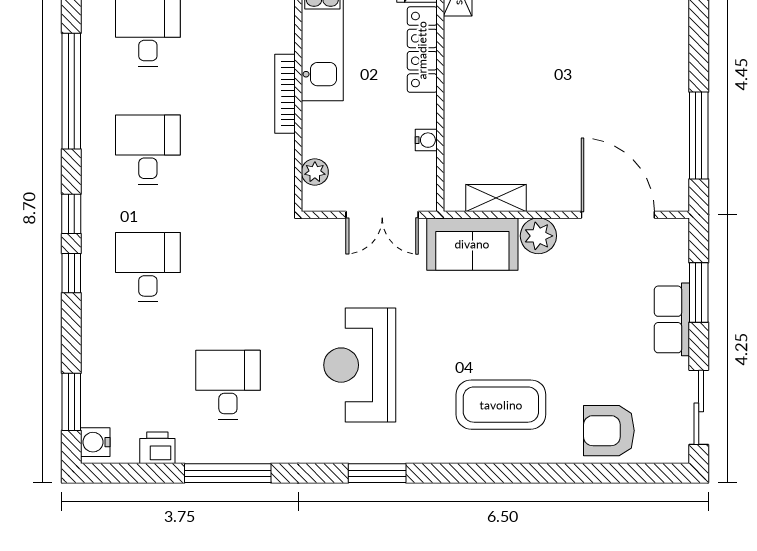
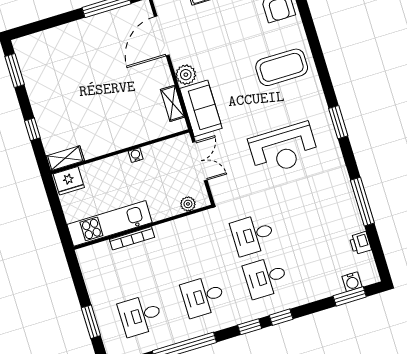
locker: (422, 50) -> (105, 167), removed
bookcase: (285, 94) -> (132, 238), moved
water cooler: (426, 140) -> (136, 155), moved
desk: (228, 385) -> (253, 235), moved
coffee table: (501, 405) -> (282, 67), turned 90
water cooler: (95, 442) -> (352, 282), moved

